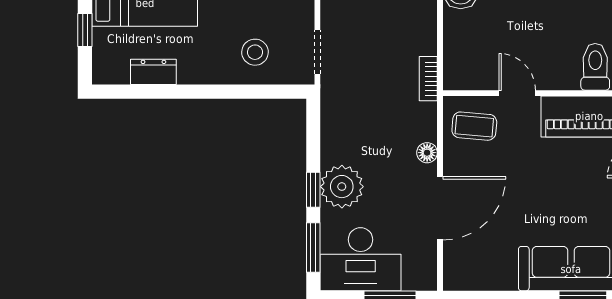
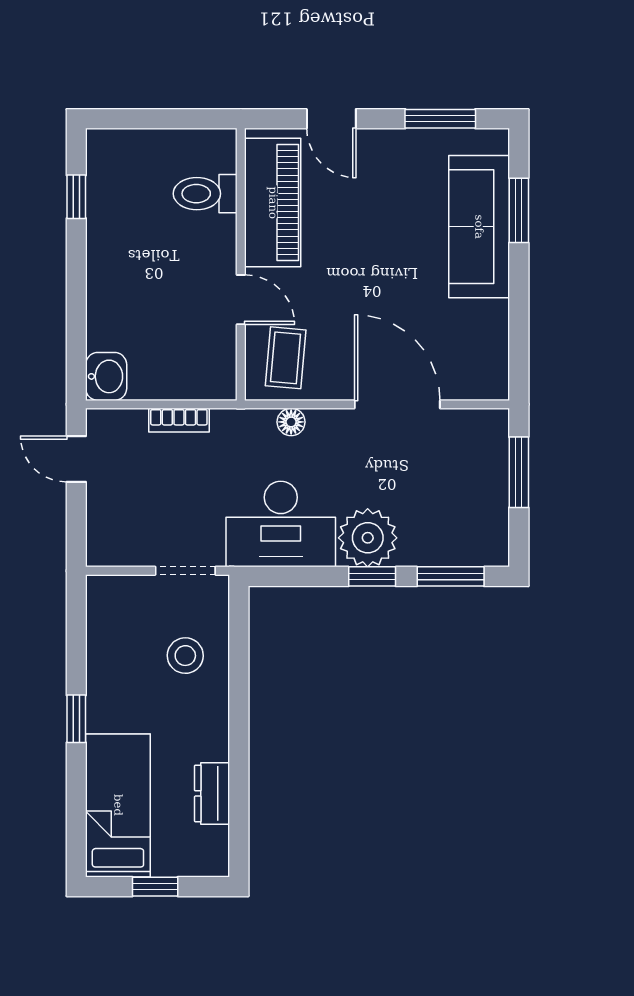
bookcase: (428, 79) -> (179, 420), moved
door: (517, 93) -> (241, 300), swing flipped
floor lamp: (427, 153) -> (291, 422), moved
desk: (361, 259) -> (281, 524), moved, turned 90

